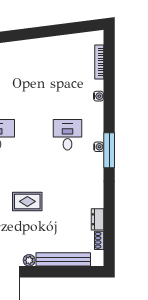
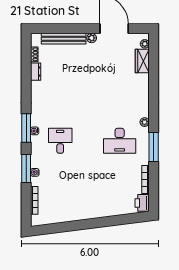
window: (109, 101) -> (26, 168), added
desk: (67, 135) -> (60, 141), turned 180
rug: (27, 201) -> (93, 86), removed

